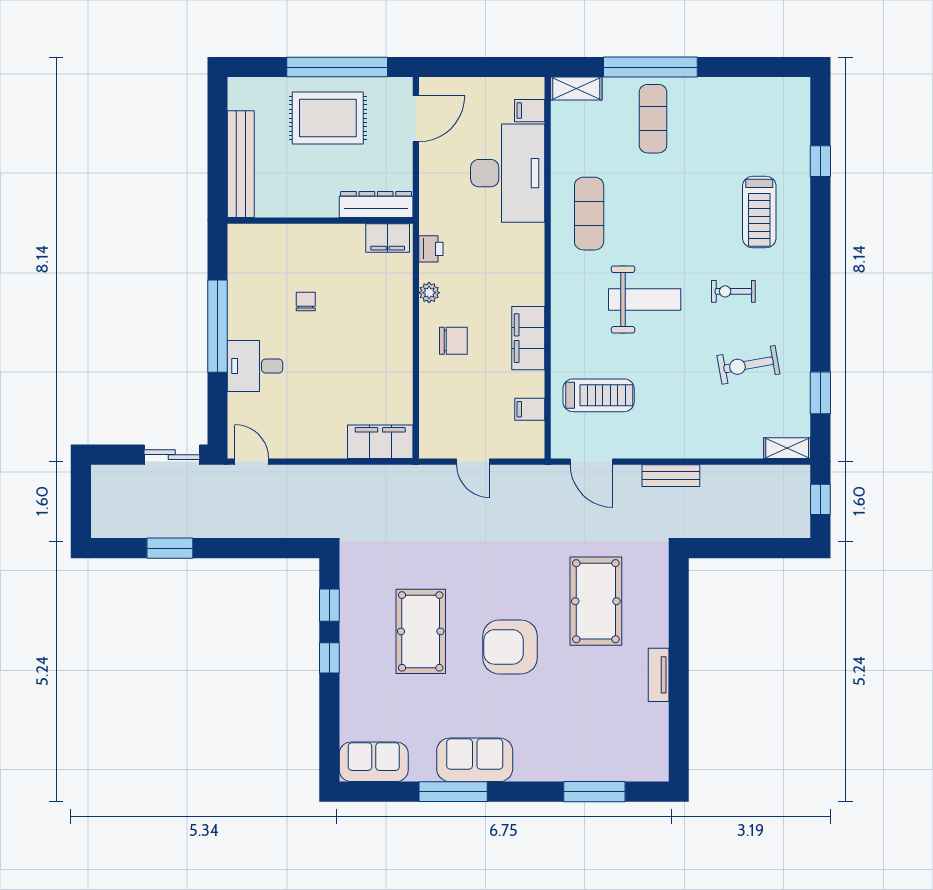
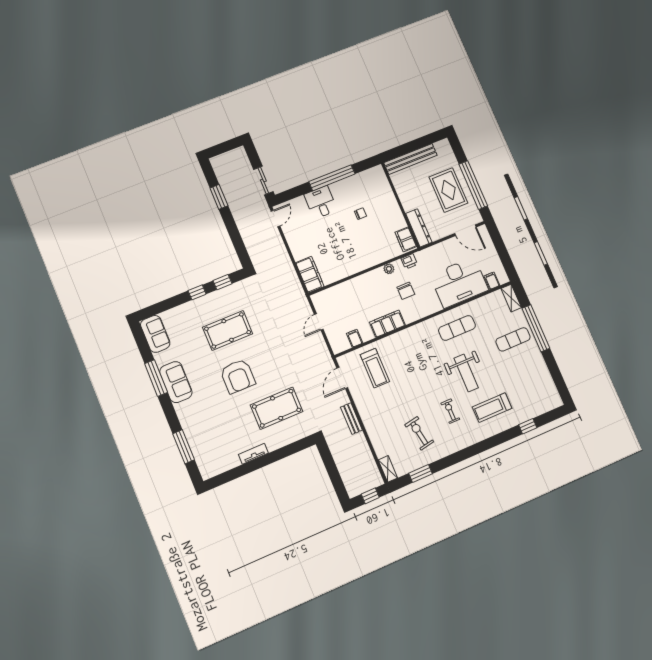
weight bench: (645, 300) -> (466, 373), moved
chair: (453, 341) -> (406, 291), moved
armchair: (510, 647) -> (238, 376), turned 180

